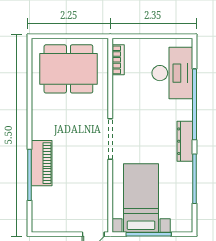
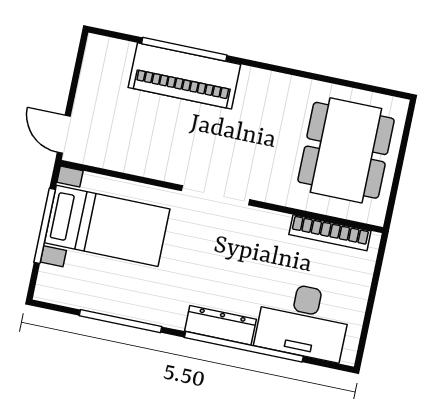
bookcase: (118, 60) -> (330, 233), width x1.56
dresser: (185, 141) -> (220, 325), moved
piano: (42, 163) -> (184, 76), width x1.37, depth x1.33

